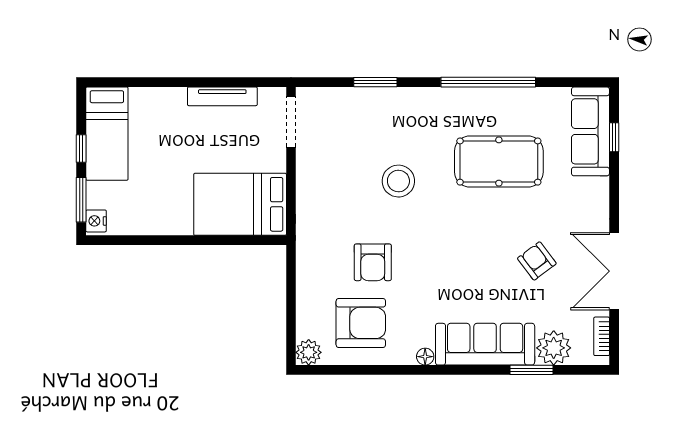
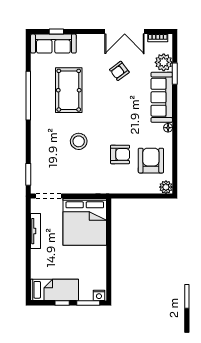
window: (375, 82) -> (28, 174), moved
bed: (240, 204) -> (85, 222), width x1.36

